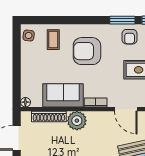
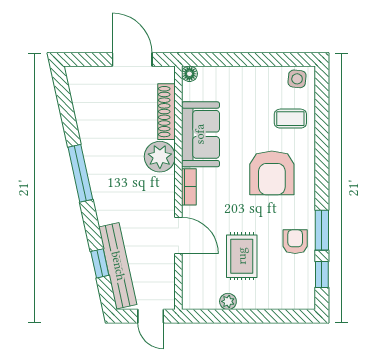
armchair: (130, 37) -> (295, 242), turned 90
armchair: (87, 51) -> (272, 173), turned 180
door: (126, 109) -> (178, 235), swing flipped

